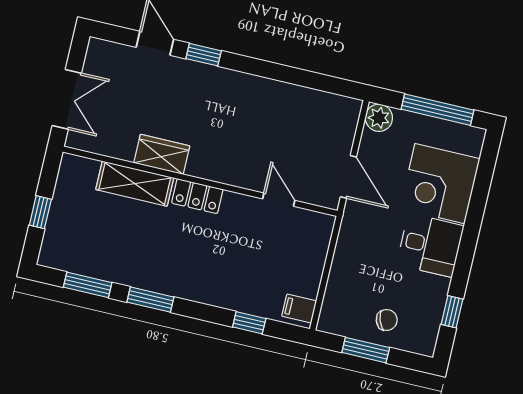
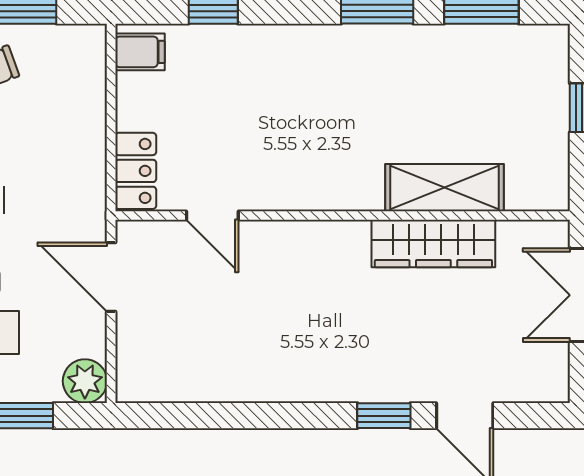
wardrobe: (162, 154) -> (433, 244), width x1.50
locker: (197, 196) -> (136, 171), moved, turned 90

